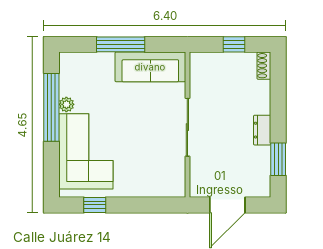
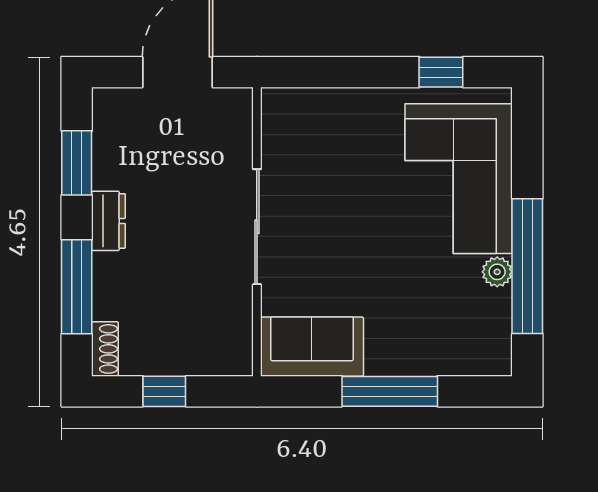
sofa: (150, 67) -> (312, 347), width x0.73
window: (278, 97) -> (77, 287), added

